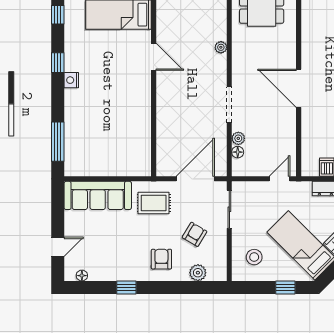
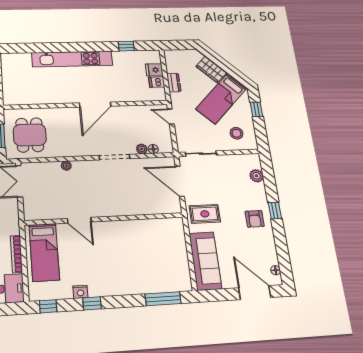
door: (154, 57) -> (79, 220), swing flipped
nightstand: (71, 80) -> (80, 292), moved
rug: (154, 203) -> (205, 214), turned 90
armchair: (194, 234) -> (226, 180), removed
door: (58, 247) -> (255, 293), width x1.88
armchair: (161, 259) -> (255, 219), moved, turned -90
window: (126, 287) -> (275, 211), moved

